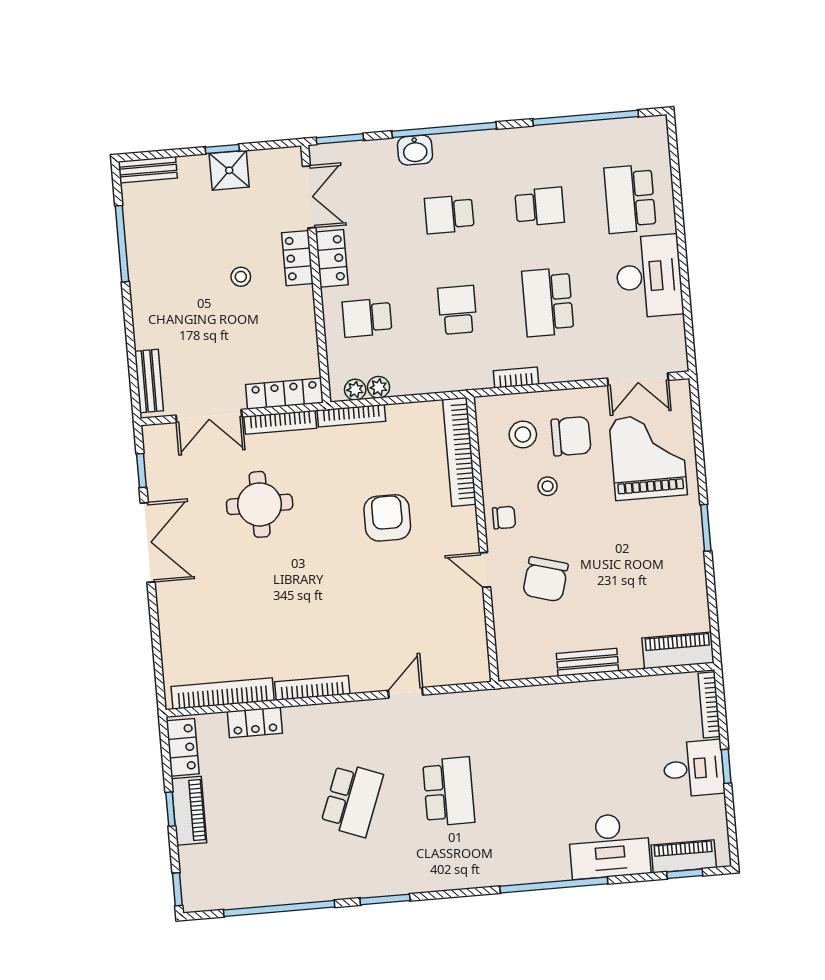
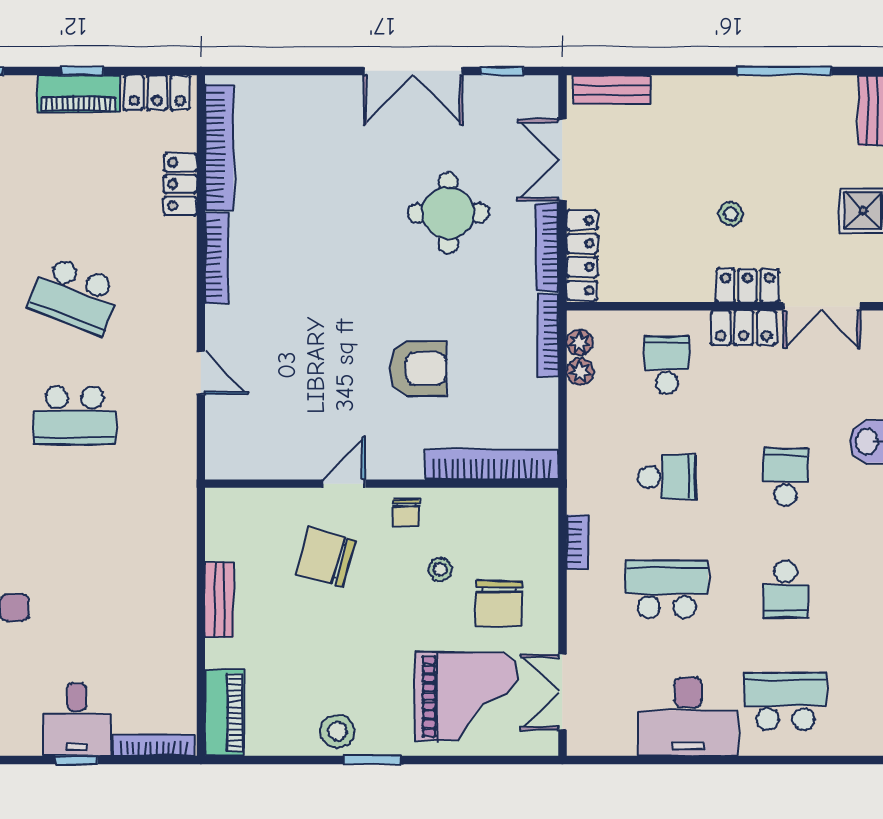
stool: (523, 434) -> (337, 731), moved

